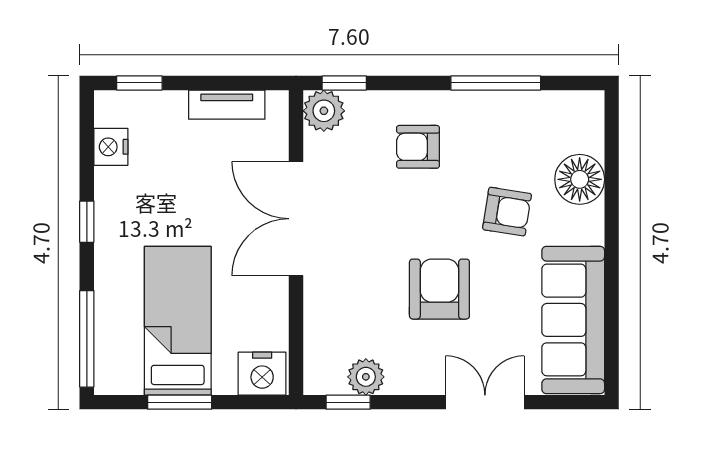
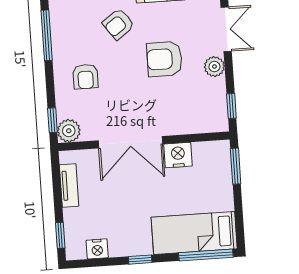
armchair: (507, 212) -> (118, 24), turned -135
bed: (178, 321) -> (194, 233), moved
nightstand: (262, 374) -> (178, 155), moved, turned -90
plant: (366, 377) -> (214, 67), moved
window: (180, 402) -> (236, 166), moved
double door: (485, 402) -> (226, 29), swing flipped

